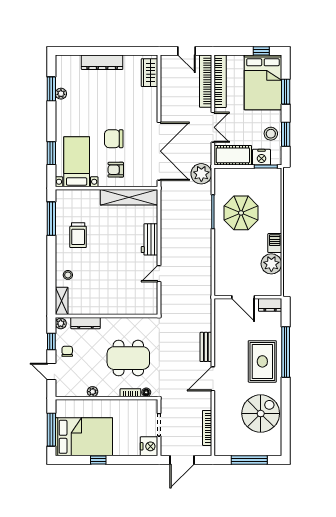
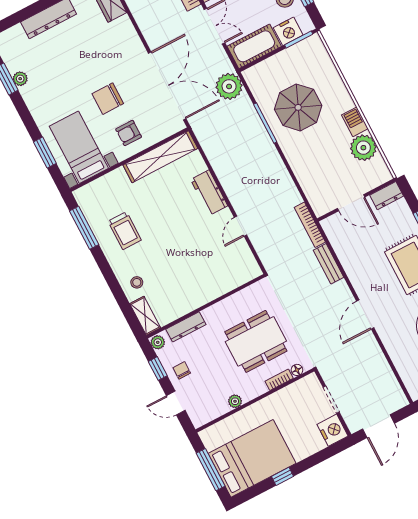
bench: (206, 347) -> (329, 264), moved
bookcase: (207, 428) -> (310, 225), moved

